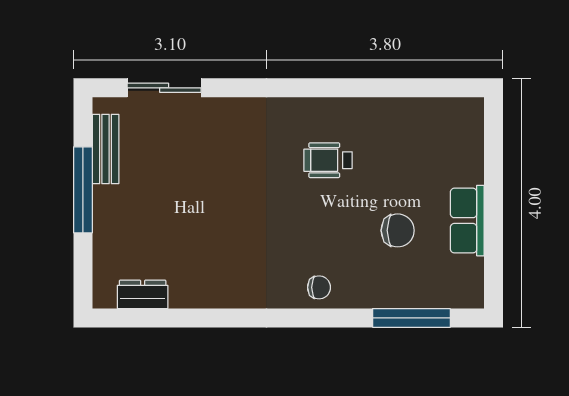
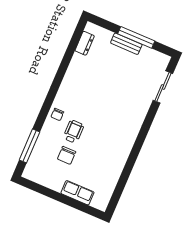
bench: (106, 149) -> (126, 44), moved
wheelchair: (328, 160) -> (73, 132), moved
row of seats: (467, 221) -> (77, 193), moved

